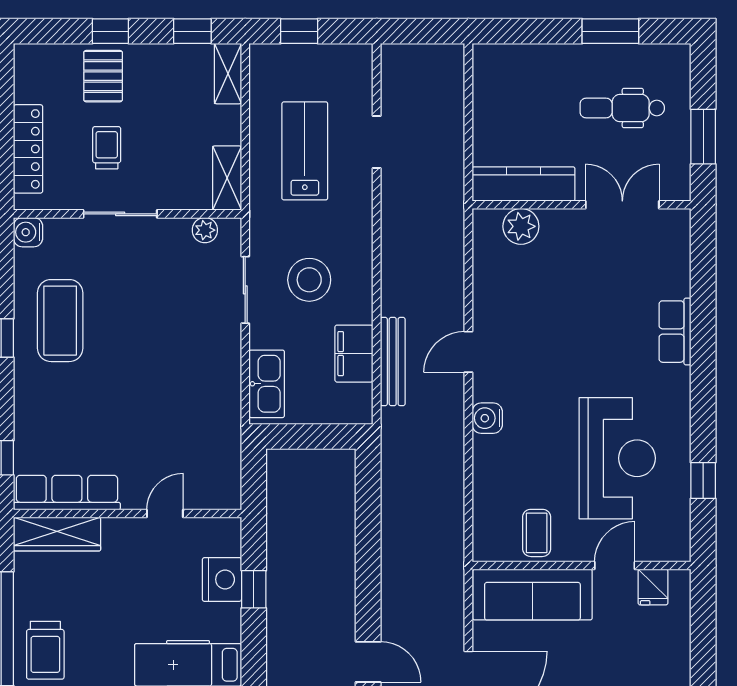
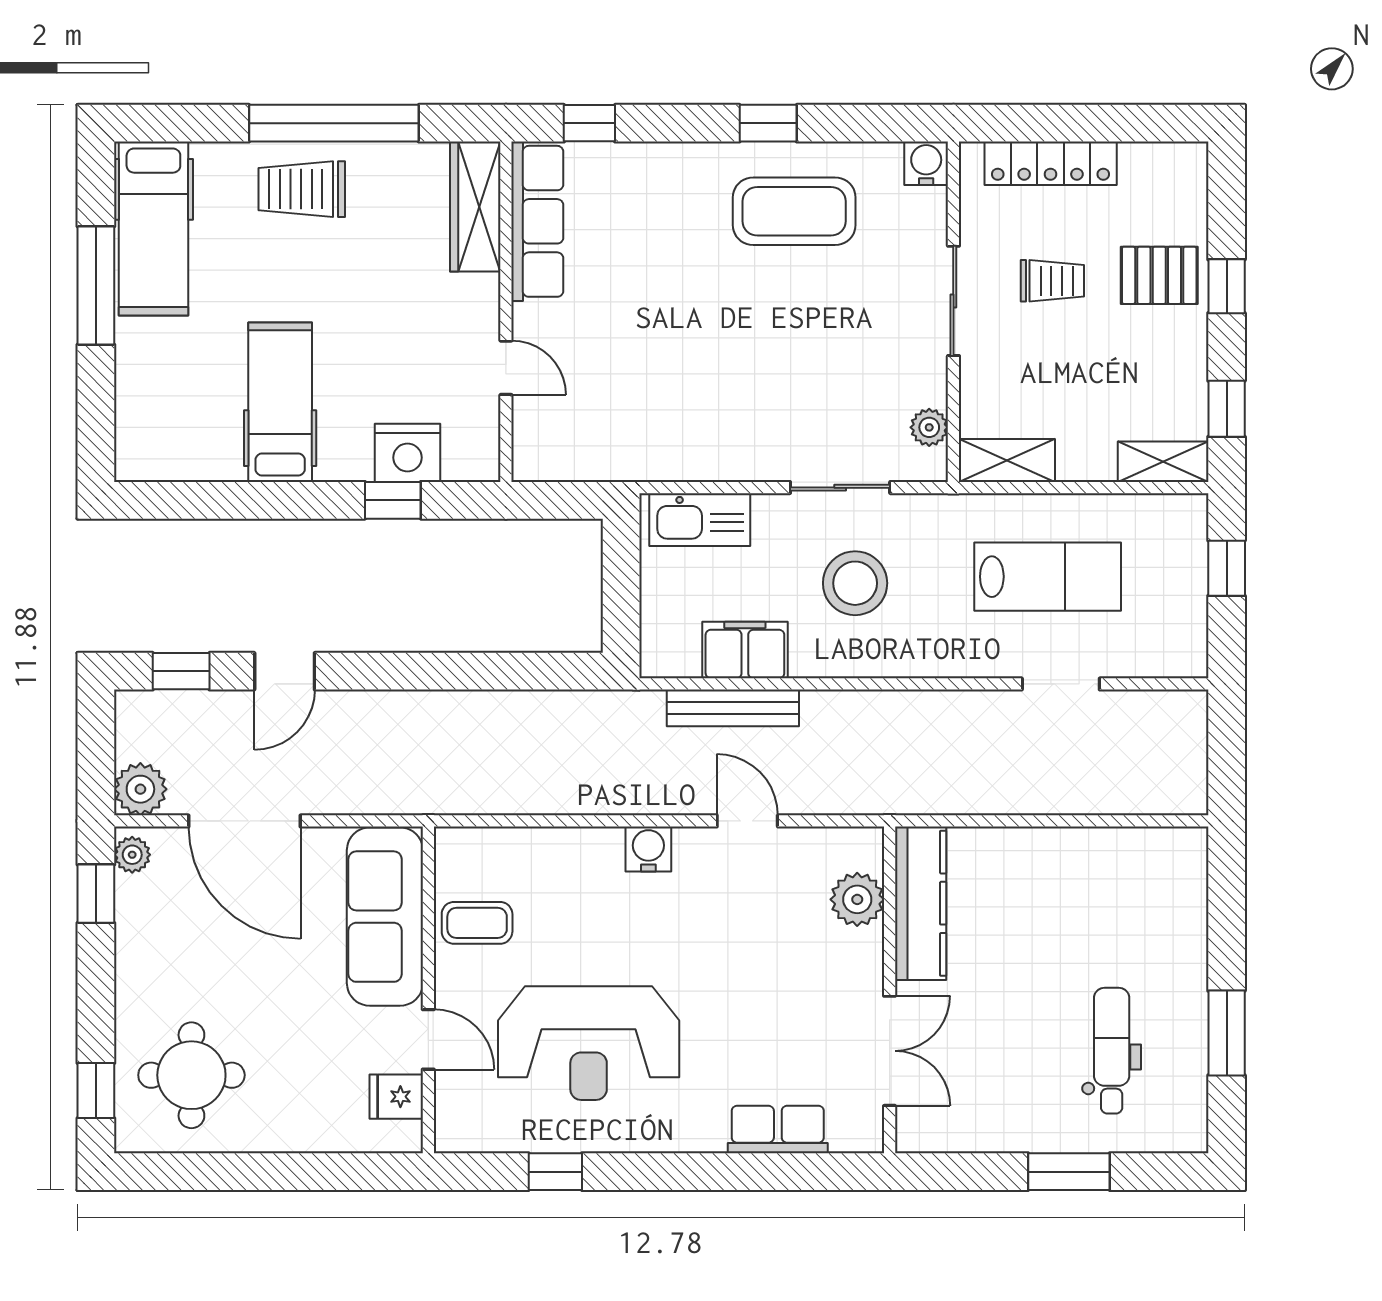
kitchen counter: (523, 184) -> (921, 903), moved
wall: (582, 205) -> (890, 990), moved
double door: (622, 205) -> (890, 1051), moved
plant: (521, 226) -> (857, 899), moved

